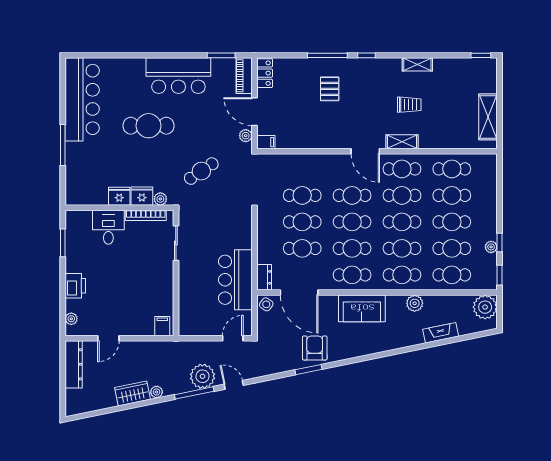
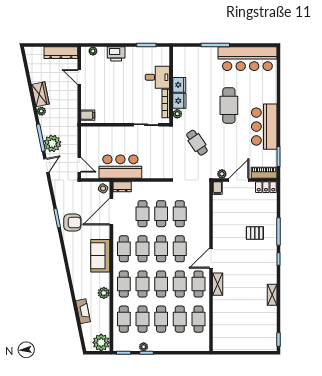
trolley: (409, 105) -> (244, 289), removed
shelving: (488, 117) -> (235, 345), removed

